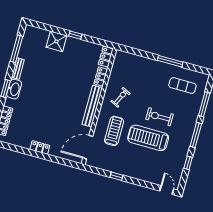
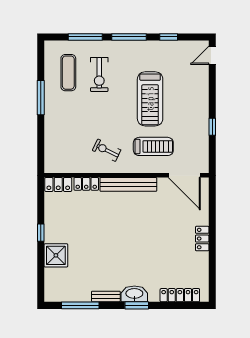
exercise bike: (159, 117) -> (99, 74), moved
treadmill: (114, 131) -> (153, 146), turned 180

